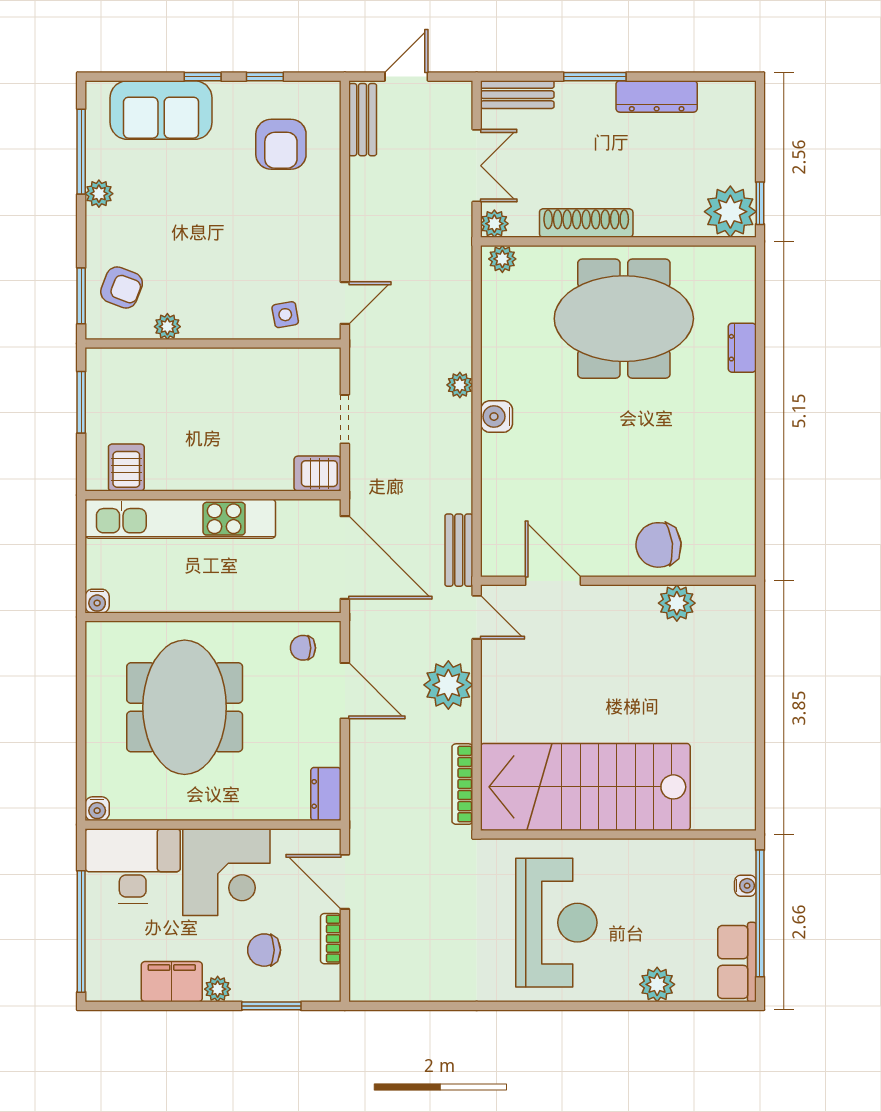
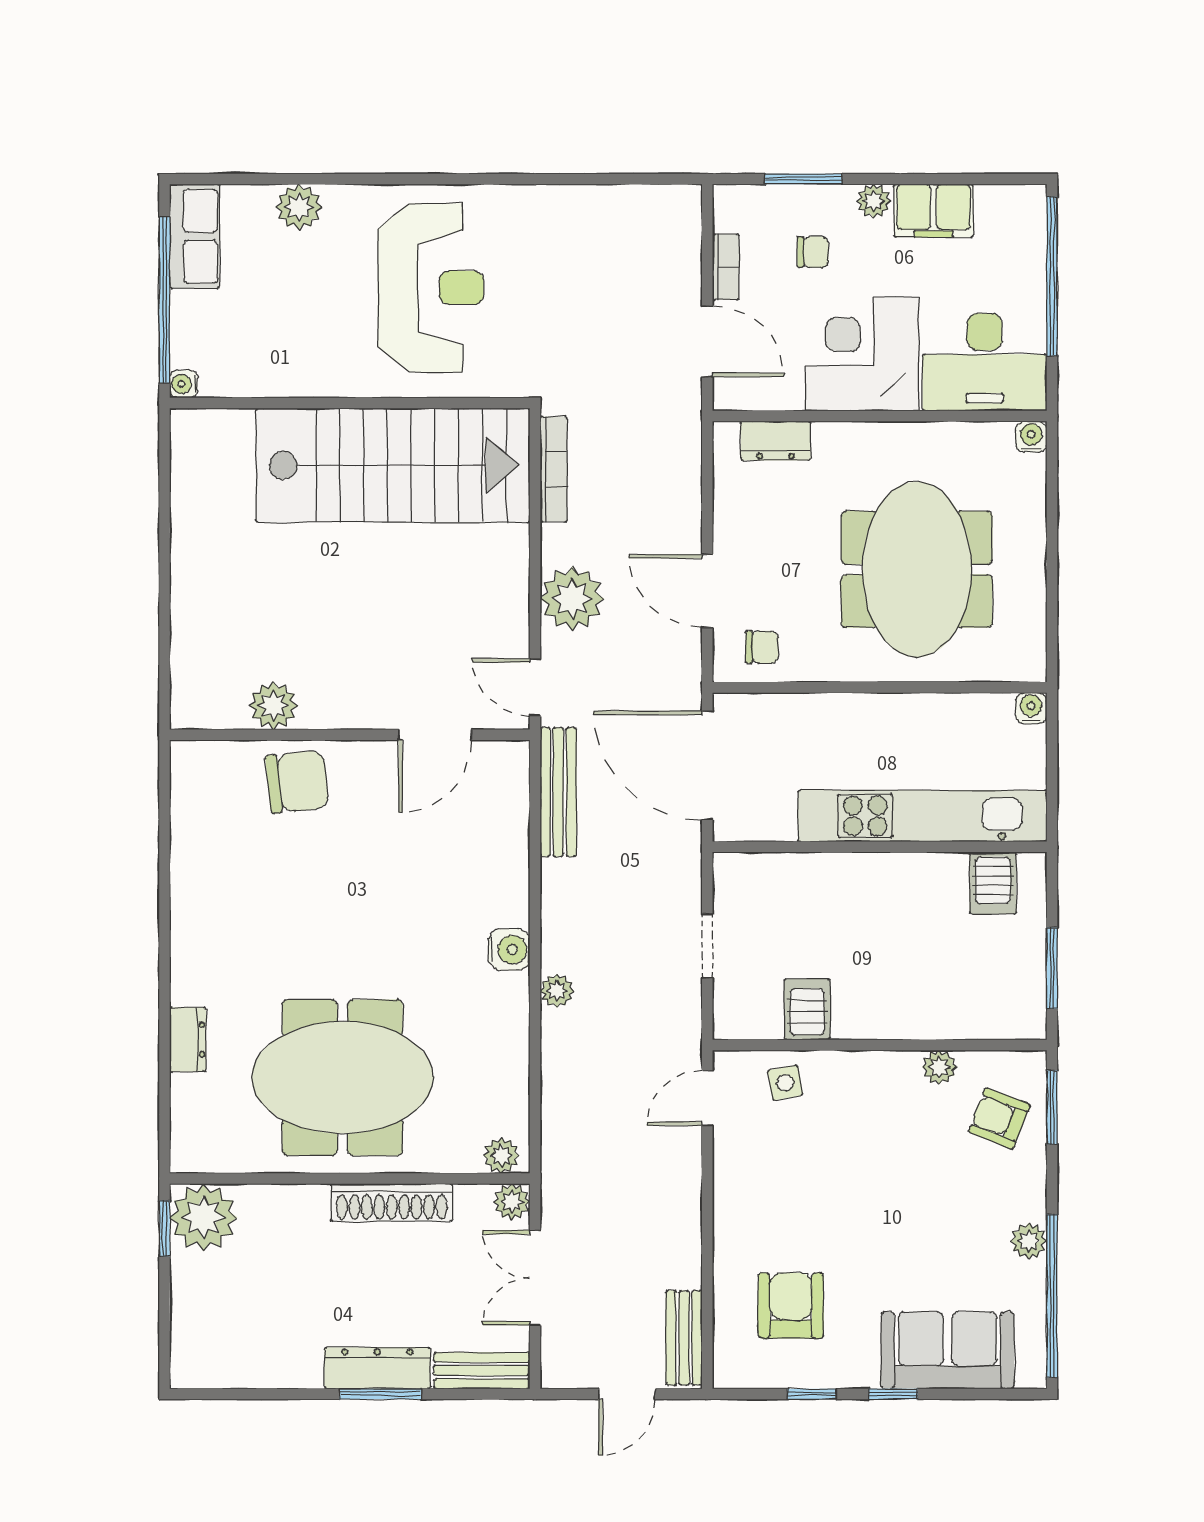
dresser: (657, 96) -> (377, 1368), moved
window: (81, 152) -> (1052, 1296), width x1.46
server rack: (318, 474) -> (807, 1009), moved, turned -90
bench: (459, 550) -> (558, 792), width x1.36
door: (553, 581) -> (435, 735), hinge flipped
dresser: (326, 794) -> (776, 441), moved, turned 90
water cooler: (745, 886) -> (184, 384), moved
reception desk: (556, 923) -> (431, 288), turned 180
chair: (264, 950) -> (813, 252), width x0.73, depth x0.73

